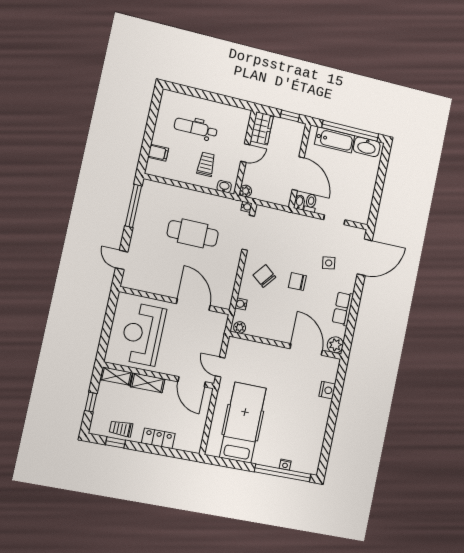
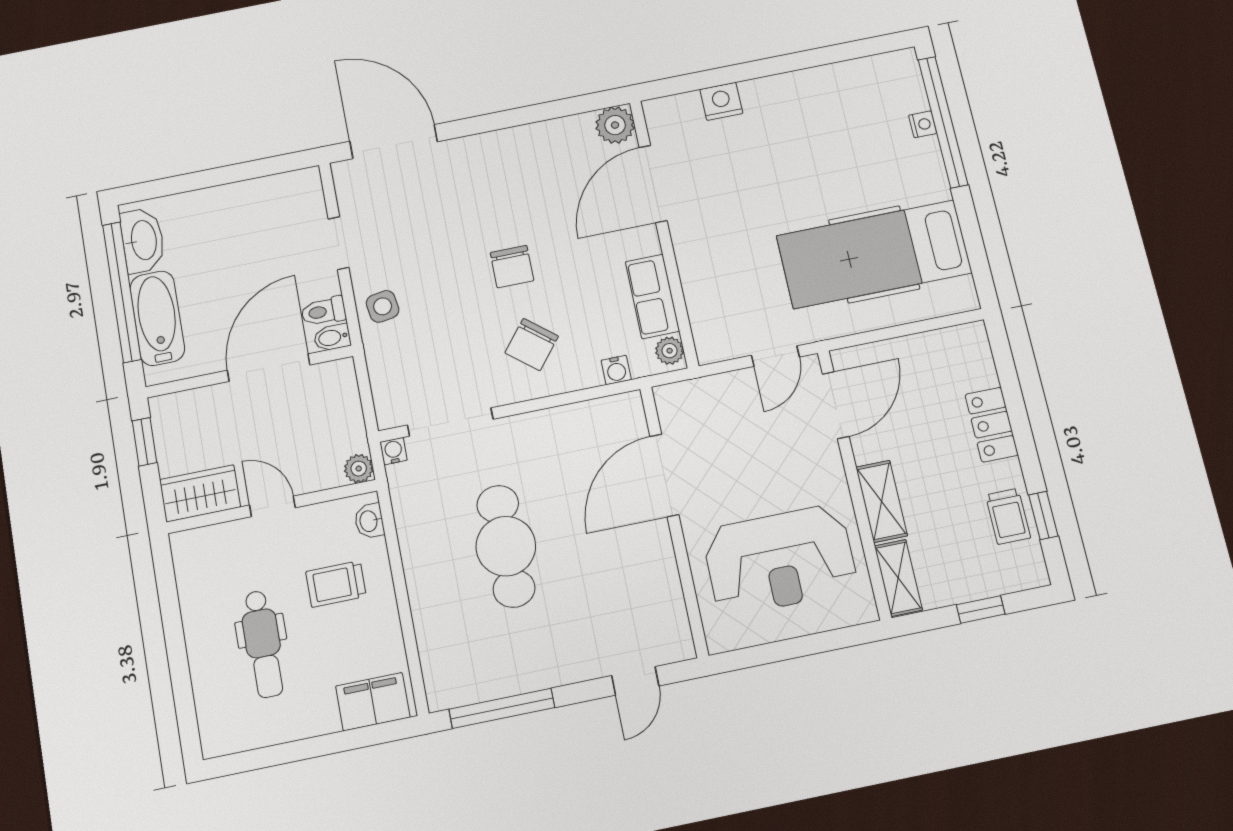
filing cabinet: (158, 153) -> (373, 702), width x2.00
side table: (329, 263) -> (383, 306), moved
row of seats: (343, 309) -> (652, 296), moved, turned 90

